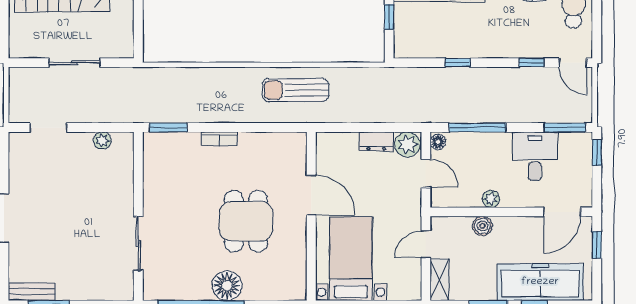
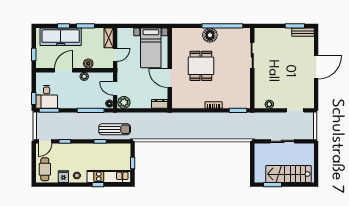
door: (573, 63) -> (45, 141), swing flipped
sun lounger: (296, 90) -> (115, 129), moved
dresser: (376, 141) -> (160, 104), moved
desk: (535, 156) -> (47, 97), moved
door: (562, 212) -> (64, 70), moved

